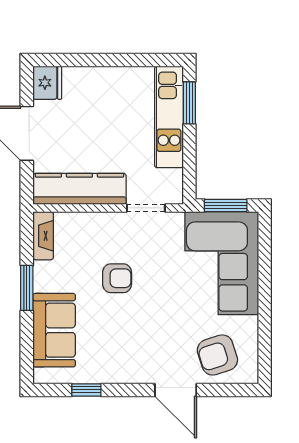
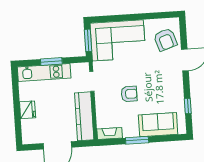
fridge: (47, 83) -> (28, 110), moved, turned 90
window: (189, 103) -> (51, 61), moved
armchair: (117, 278) -> (129, 94), turned 90

